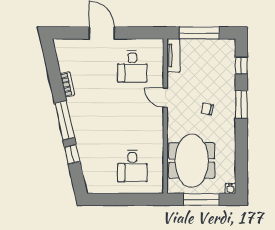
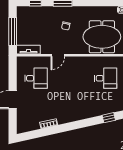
window: (65, 120) -> (74, 126), removed
window: (72, 154) -> (109, 118), moved

